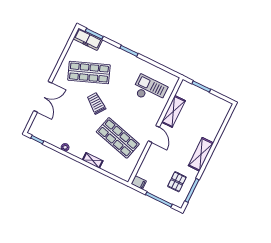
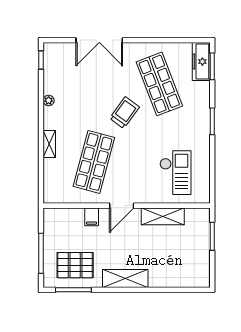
pallet: (177, 182) -> (75, 265), width x1.50, depth x1.42
filing cabinet: (139, 183) -> (92, 217), moved

